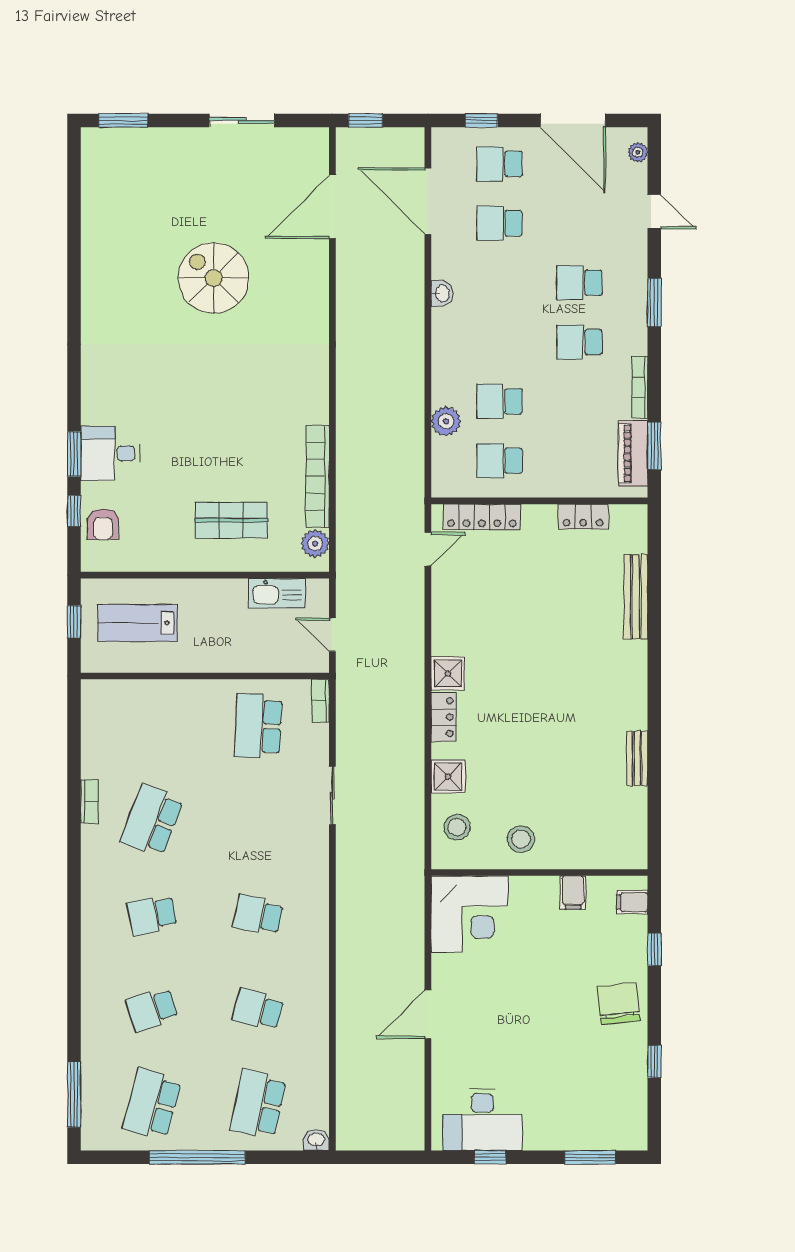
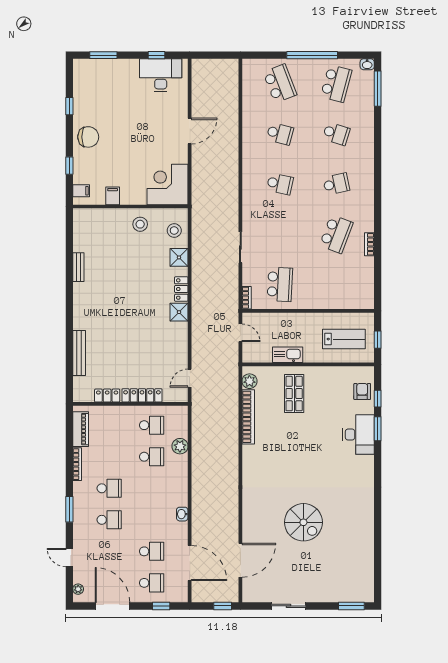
window: (654, 446) -> (69, 433), removed
desk: (110, 453) -> (358, 435), width x1.37
locker: (482, 517) -> (142, 395), moved
shop shelf: (231, 520) -> (294, 394), turned 90
kitchen sink: (277, 593) -> (288, 355), moved
chair: (619, 1003) -> (88, 137), turned -84
school desk: (152, 1009) -> (336, 134), turned 36
school desk: (258, 1104) -> (280, 83), turned -33
washbasin: (316, 1140) -> (367, 64), moved

